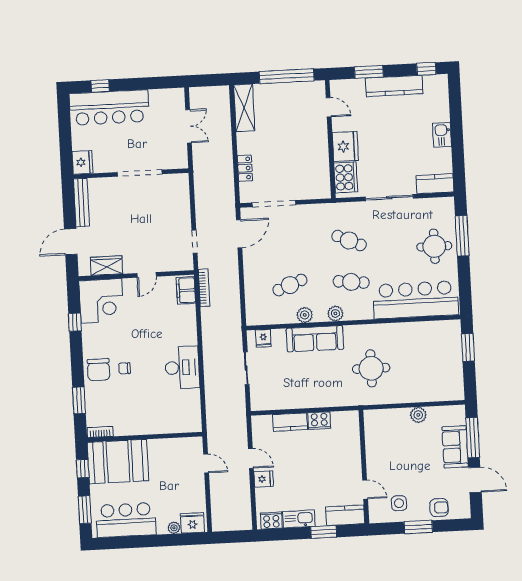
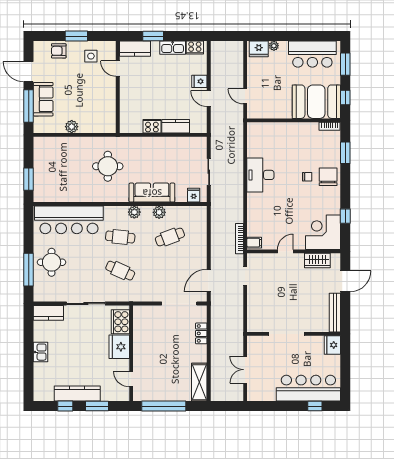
window: (426, 69) -> (65, 406), moved
filing cabinet: (186, 290) -> (254, 243), width x0.50

